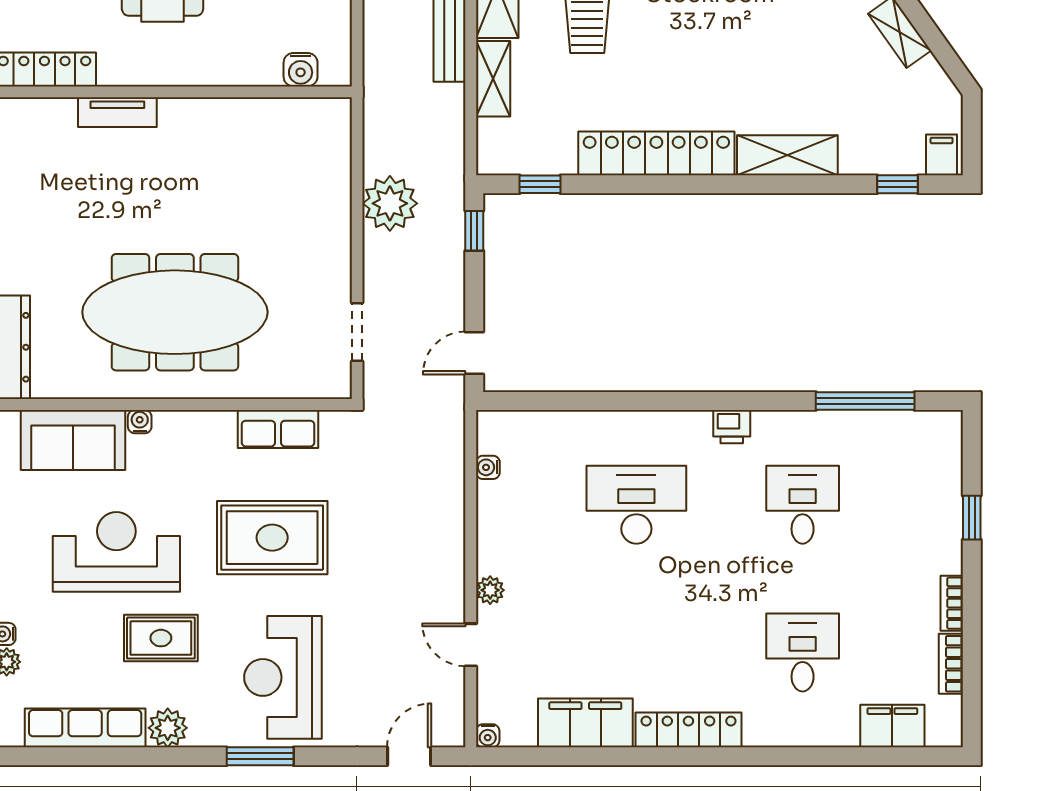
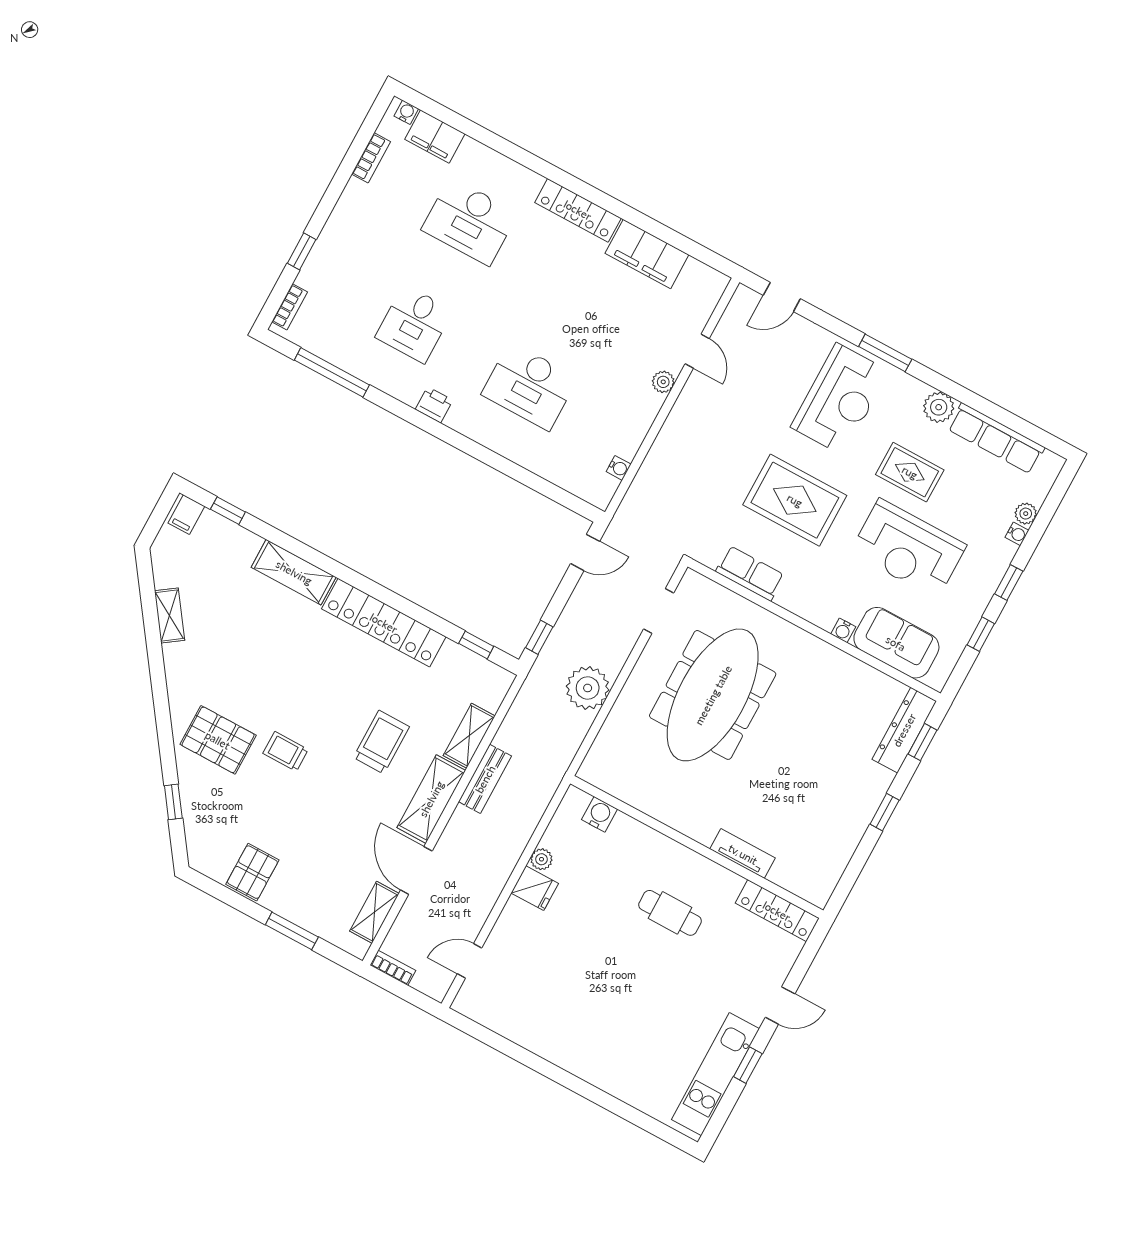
meeting table: (175, 312) -> (713, 695), moved, turned 90
bookcase: (952, 603) -> (290, 307), moved
desk: (803, 652) -> (470, 221), width x1.37
water cooler: (488, 736) -> (406, 112), moved

